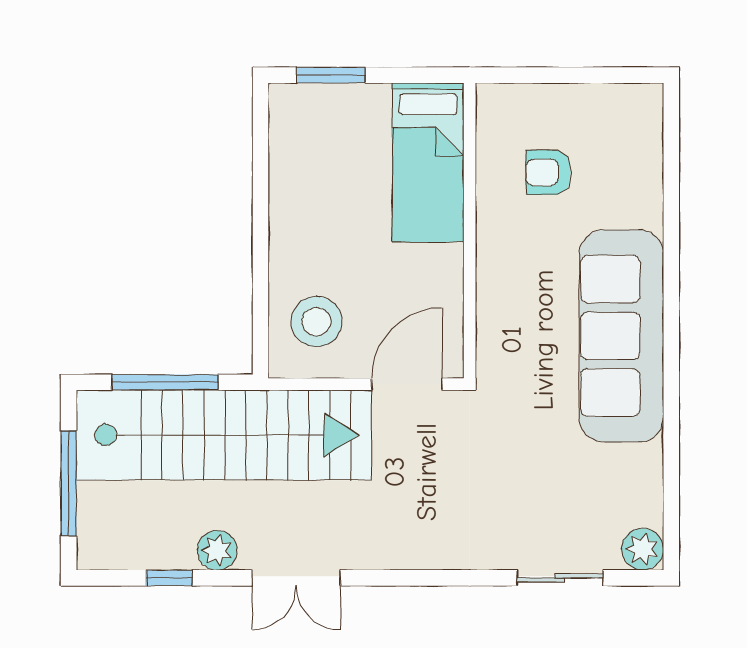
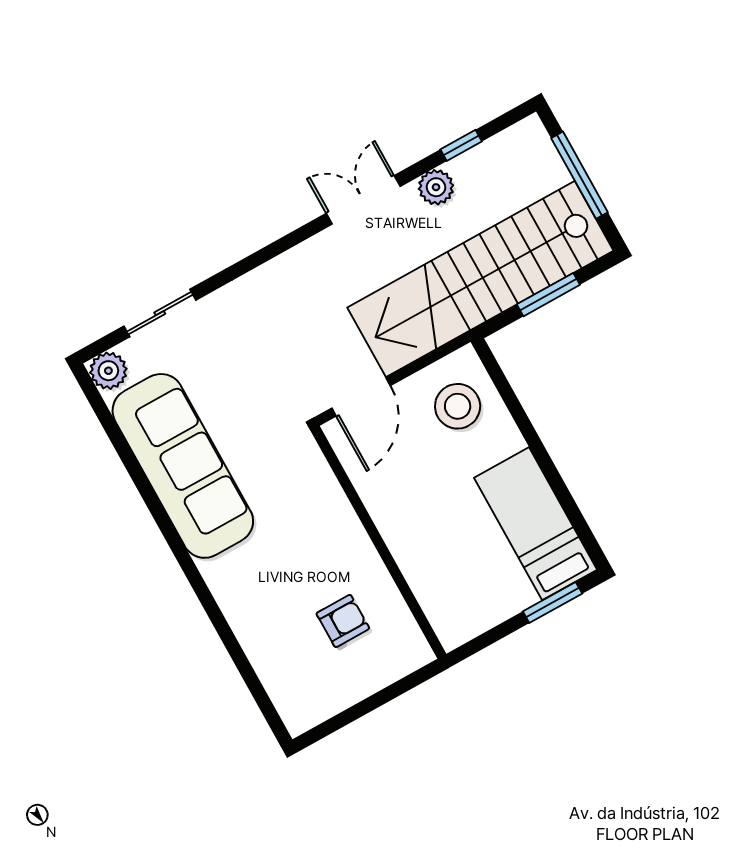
bed: (428, 162) -> (536, 524), moved
sofa: (621, 336) -> (183, 466), moved
window: (165, 382) -> (548, 295), width x0.69

